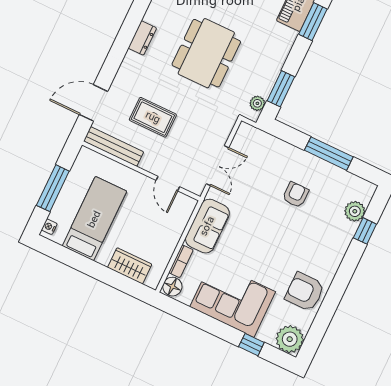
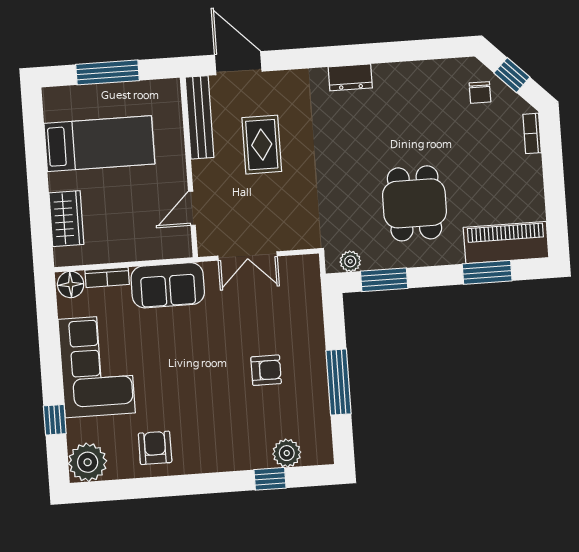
dining table: (206, 53) -> (414, 203), moved, width x0.73
nightstand: (49, 227) -> (58, 95), removed
armchair: (305, 292) -> (155, 448), width x0.72, depth x0.72

